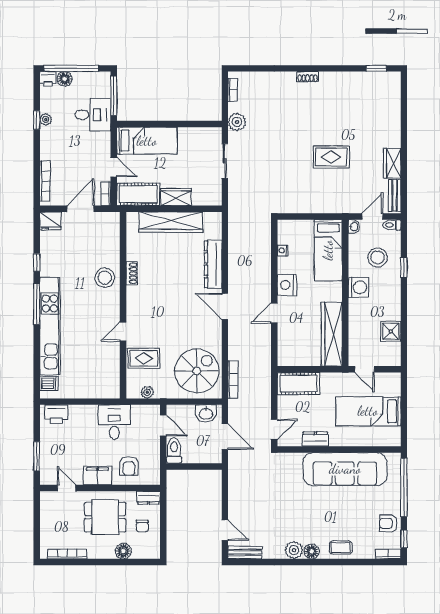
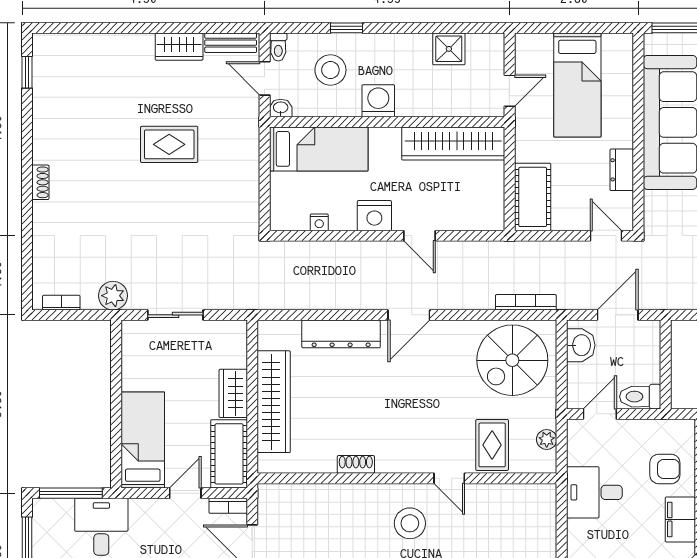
rug: (331, 157) -> (169, 144), turned 90
stool: (105, 278) -> (410, 523), moved
spiral stairs: (197, 371) -> (512, 360), turned -90

